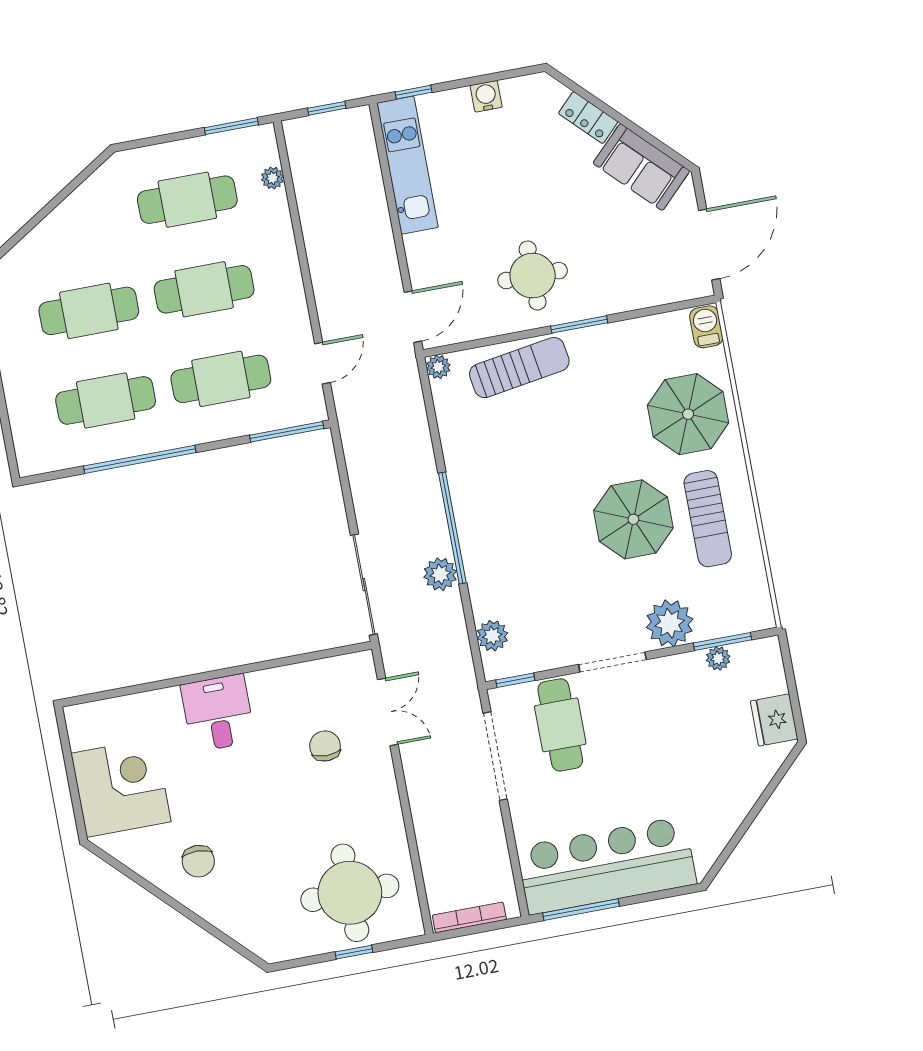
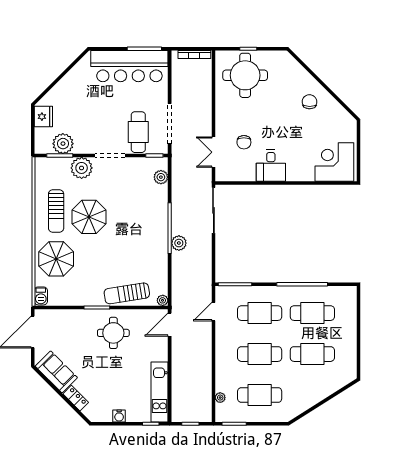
sun lounger: (708, 519) -> (56, 211), turned 180
plant: (440, 574) -> (179, 243), moved
plant: (718, 658) -> (63, 144), width x1.87, depth x1.87
desk: (218, 713) -> (271, 166), moved
corner desk: (121, 788) -> (334, 162), moved, turned 90

